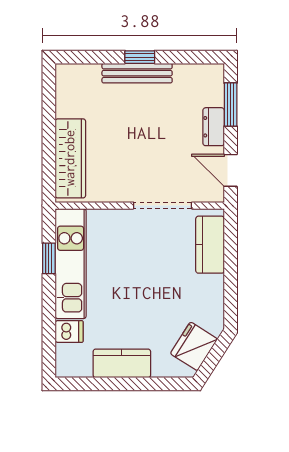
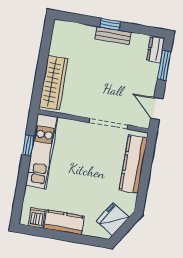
bench: (137, 73) -> (113, 35), width x0.73
dresser: (214, 127) -> (155, 50), moved
kitchen counter: (210, 245) -> (133, 164), width x1.50
dishwasher: (69, 331) -> (37, 218), moved, turned -90

